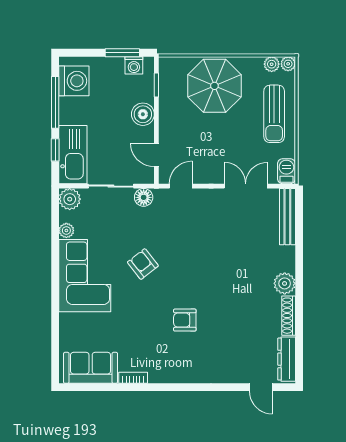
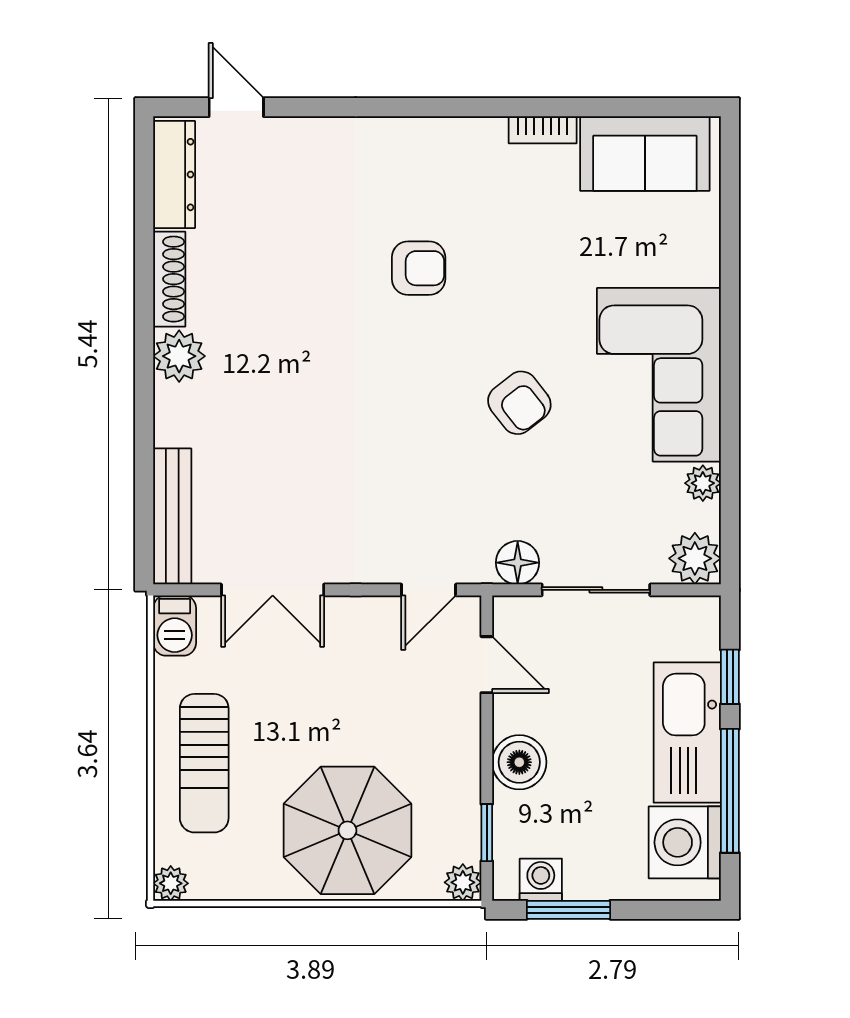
plant: (272, 64) -> (463, 882), moved
sun lounger: (274, 114) -> (204, 763), turned 180
kitchen sink: (73, 155) -> (687, 733), moved

